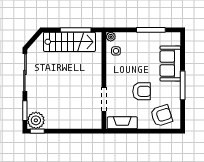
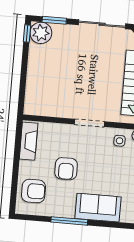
doorway: (104, 99) -> (89, 123), moved
armchair: (161, 116) -> (33, 191), turned -72

